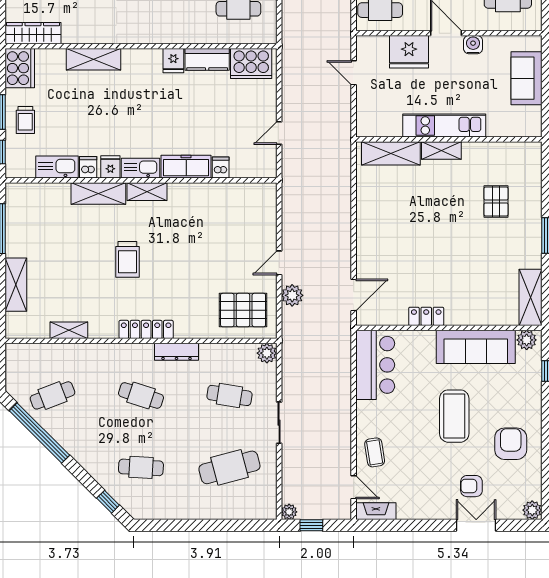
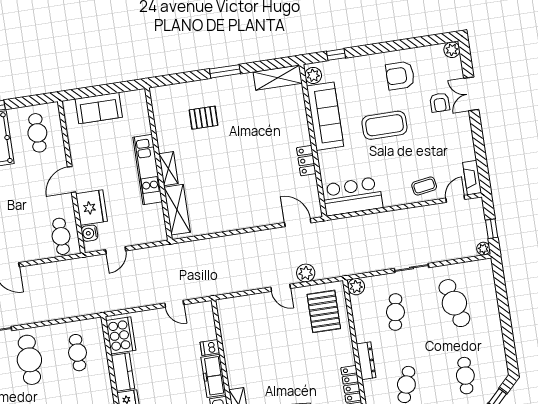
water cooler: (473, 45) -> (90, 233), moved

